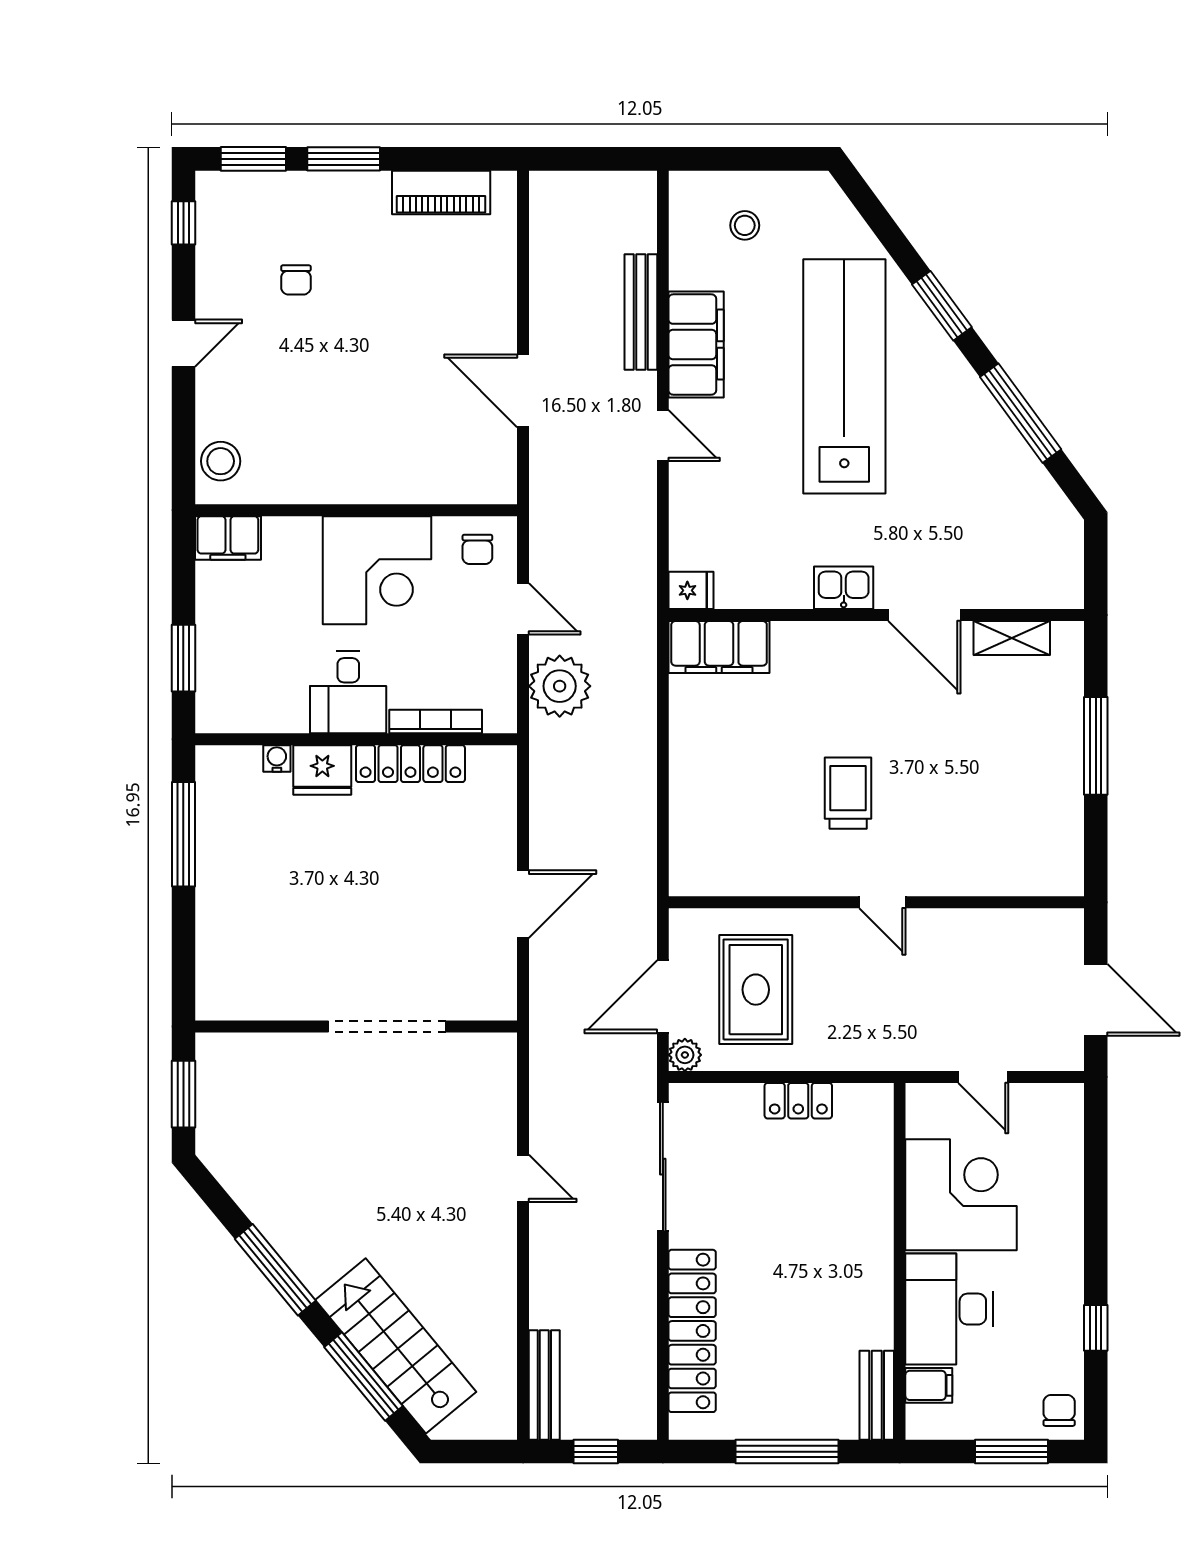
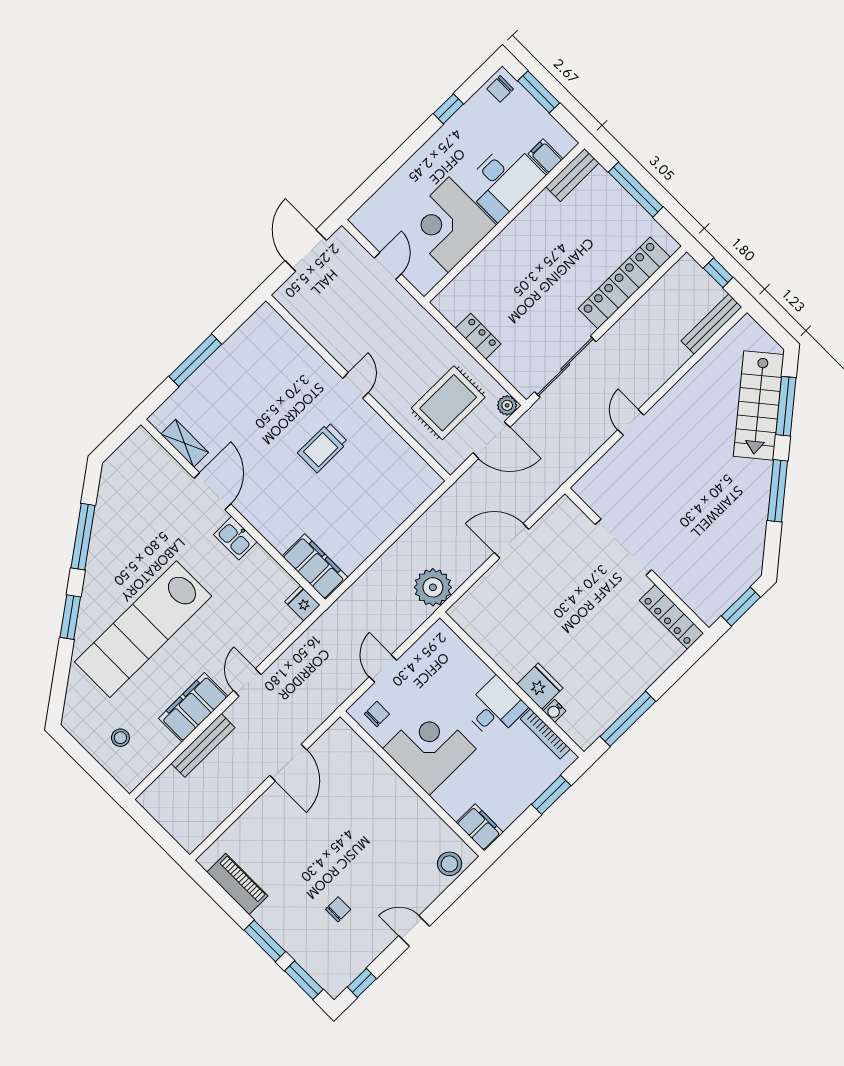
plant: (560, 686) -> (433, 587), moved
bookcase: (436, 722) -> (545, 734), moved
locker: (410, 764) -> (672, 617), moved, turned 180

